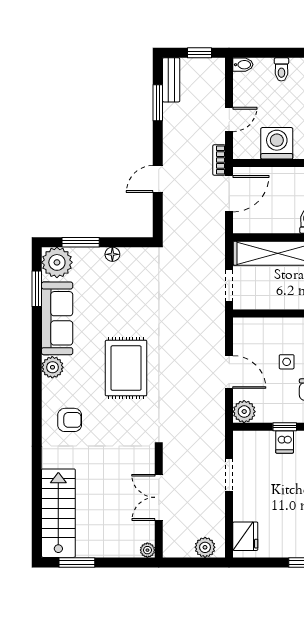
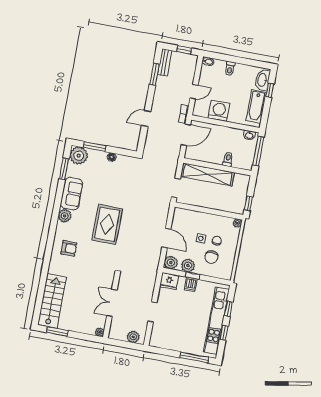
sofa: (57, 318) -> (72, 194), width x0.73
plant: (274, 411) -> (188, 266), added
doorway: (229, 475) -> (152, 312), moved
fridge: (245, 536) -> (169, 281), moved, turned 90

